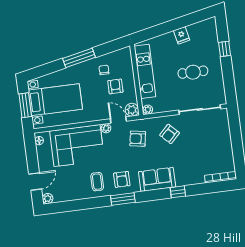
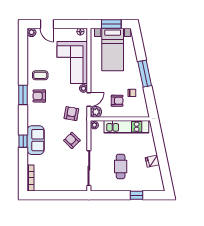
sofa: (157, 179) -> (36, 140), moved

